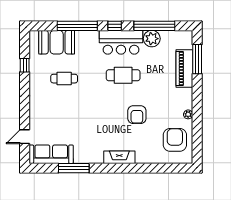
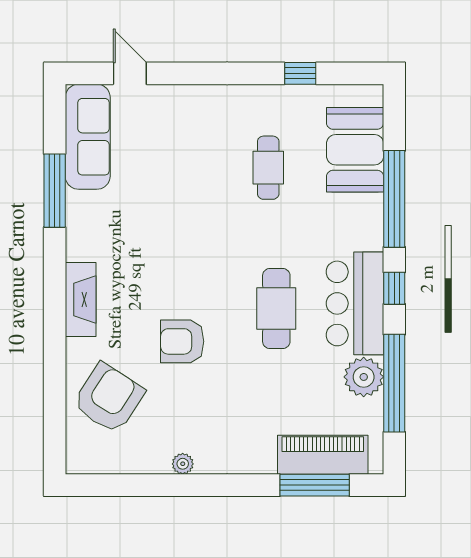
piano: (184, 68) -> (323, 455), moved
armchair: (175, 140) -> (109, 398), moved, turned -57

